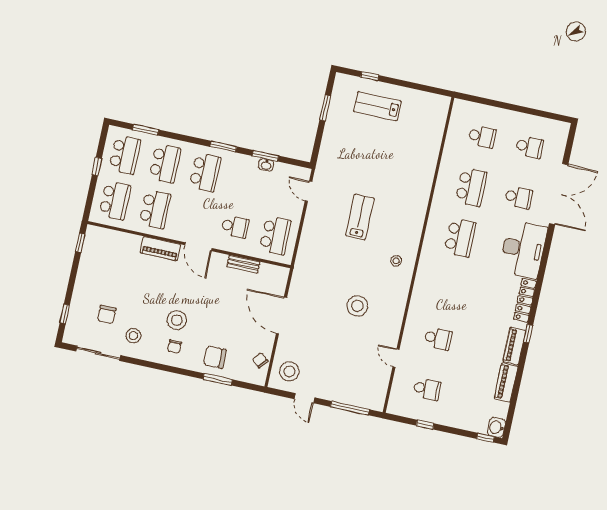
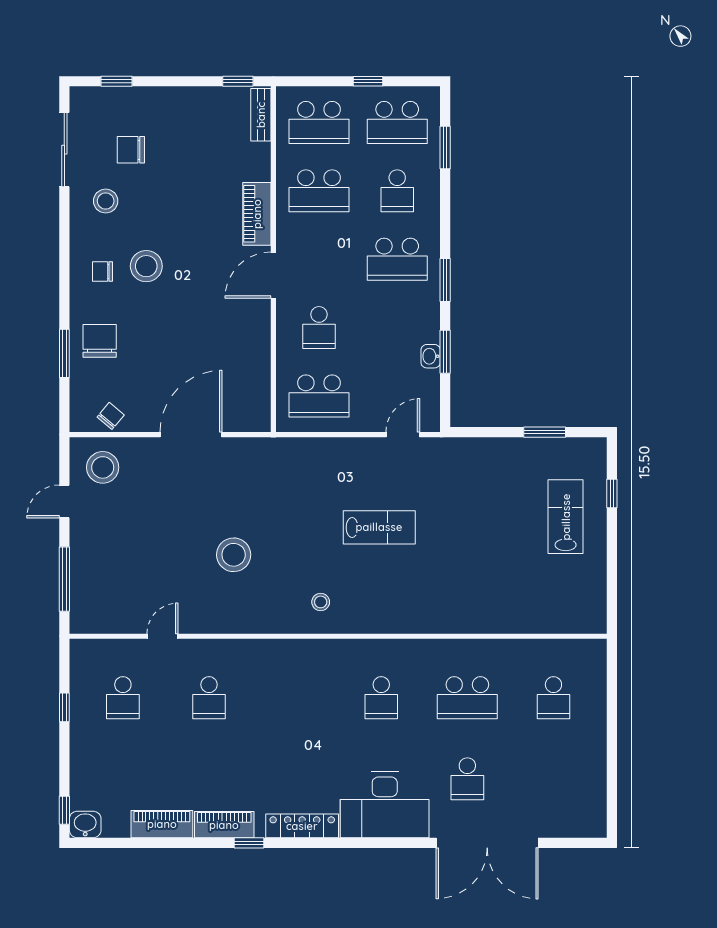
school desk: (530, 147) -> (553, 779), removed
school desk: (165, 163) -> (397, 191), width x0.54
school desk: (460, 238) -> (381, 698), width x0.54
bench: (243, 264) -> (261, 115), moved

